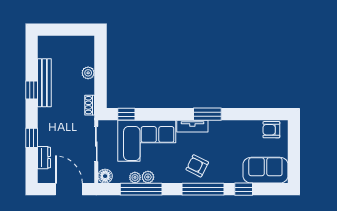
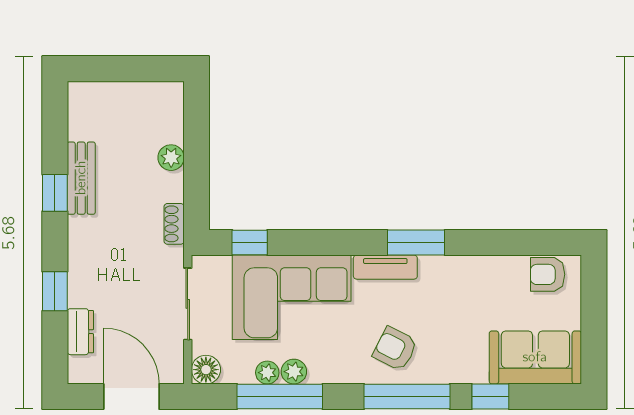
bench: (44, 83) -> (81, 178), width x0.73

